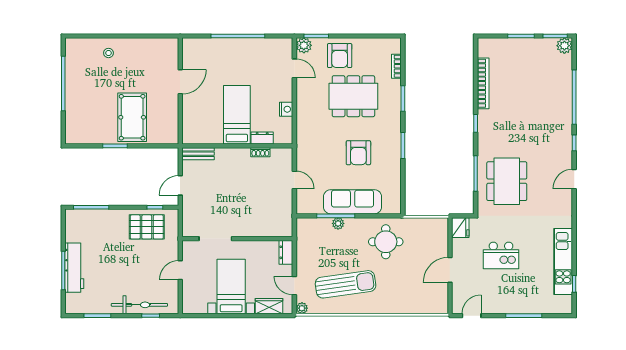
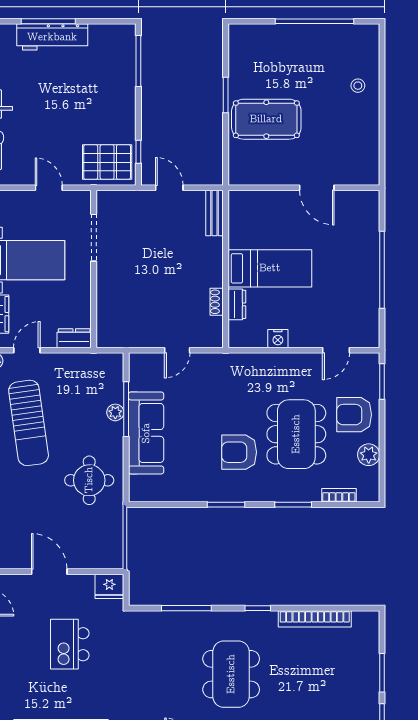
plant: (304, 45) -> (369, 455), moved
armchair: (358, 153) -> (239, 452), moved
dining table: (507, 181) -> (231, 674), moved, turned 90
pallet: (147, 227) -> (107, 162), moved, turned 90

